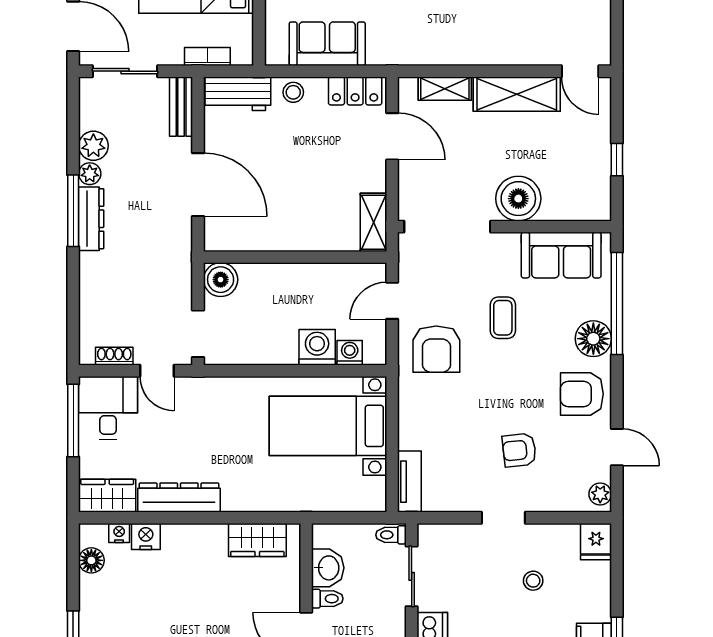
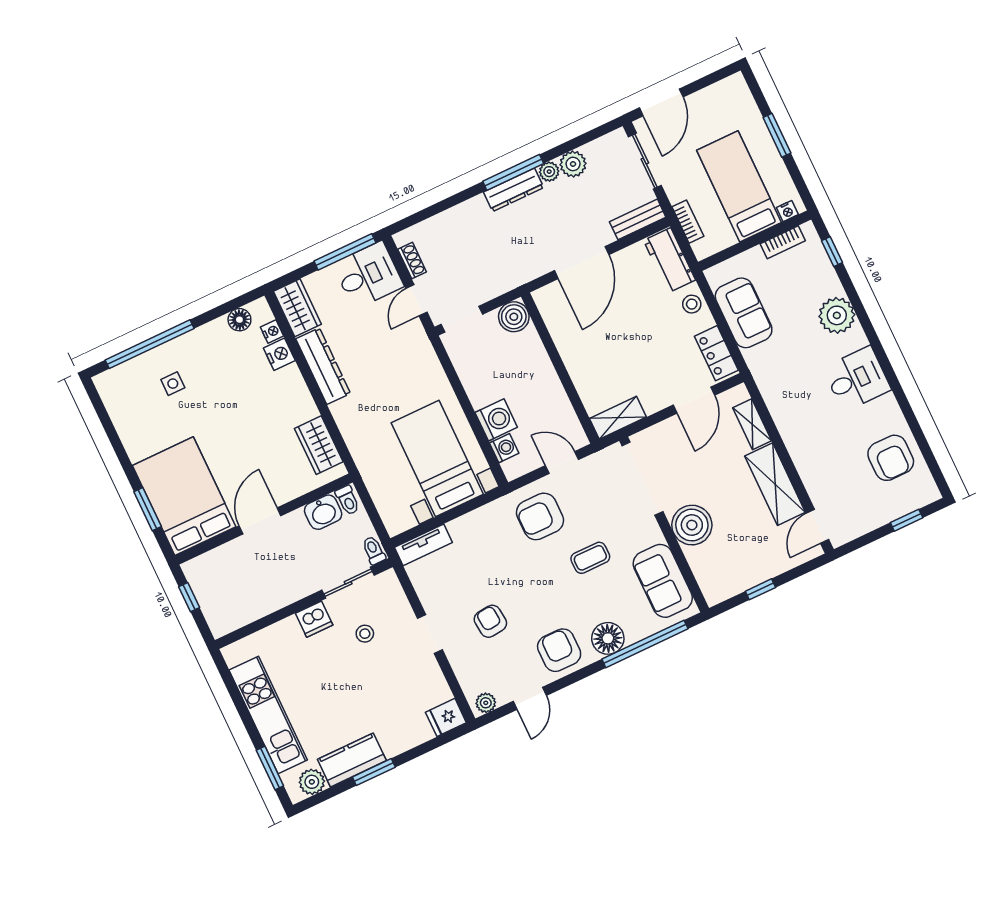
stool: (533, 581) -> (365, 634), moved
toilet: (327, 599) -> (348, 500), moved

